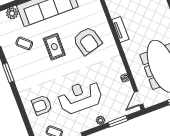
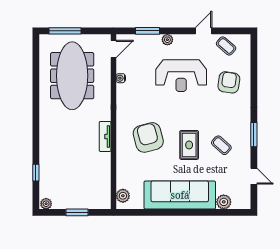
coffee table: (24, 43) -> (221, 145), moved
armchair: (42, 105) -> (229, 82), turned -82

